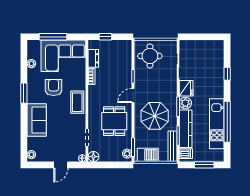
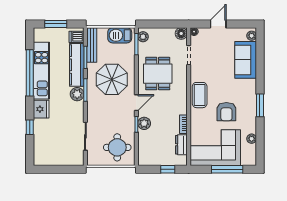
plant: (126, 77) -> (144, 123), added
fridge: (186, 88) -> (41, 109), moved, turned 180
sofa: (37, 120) -> (246, 60), moved

